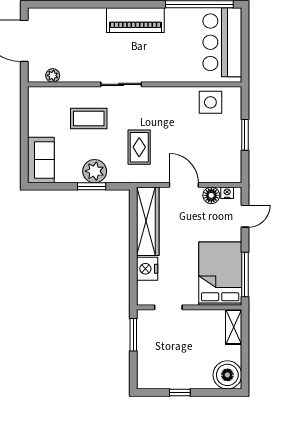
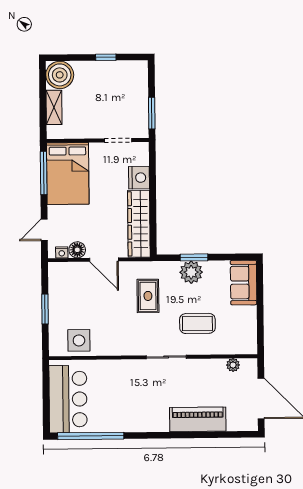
piano: (135, 20) -> (198, 419), moved
shelving: (234, 327) -> (54, 107), moved

